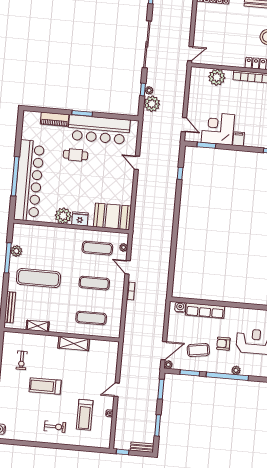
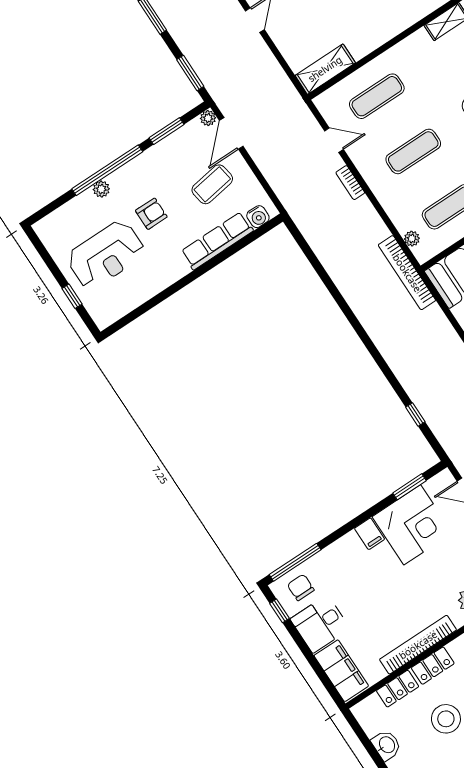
bookcase: (137, 235) -> (407, 273), added
door: (128, 267) -> (334, 140), moved
shelving: (74, 344) -> (325, 69), moved
coffee table: (198, 350) -> (212, 184), moved

